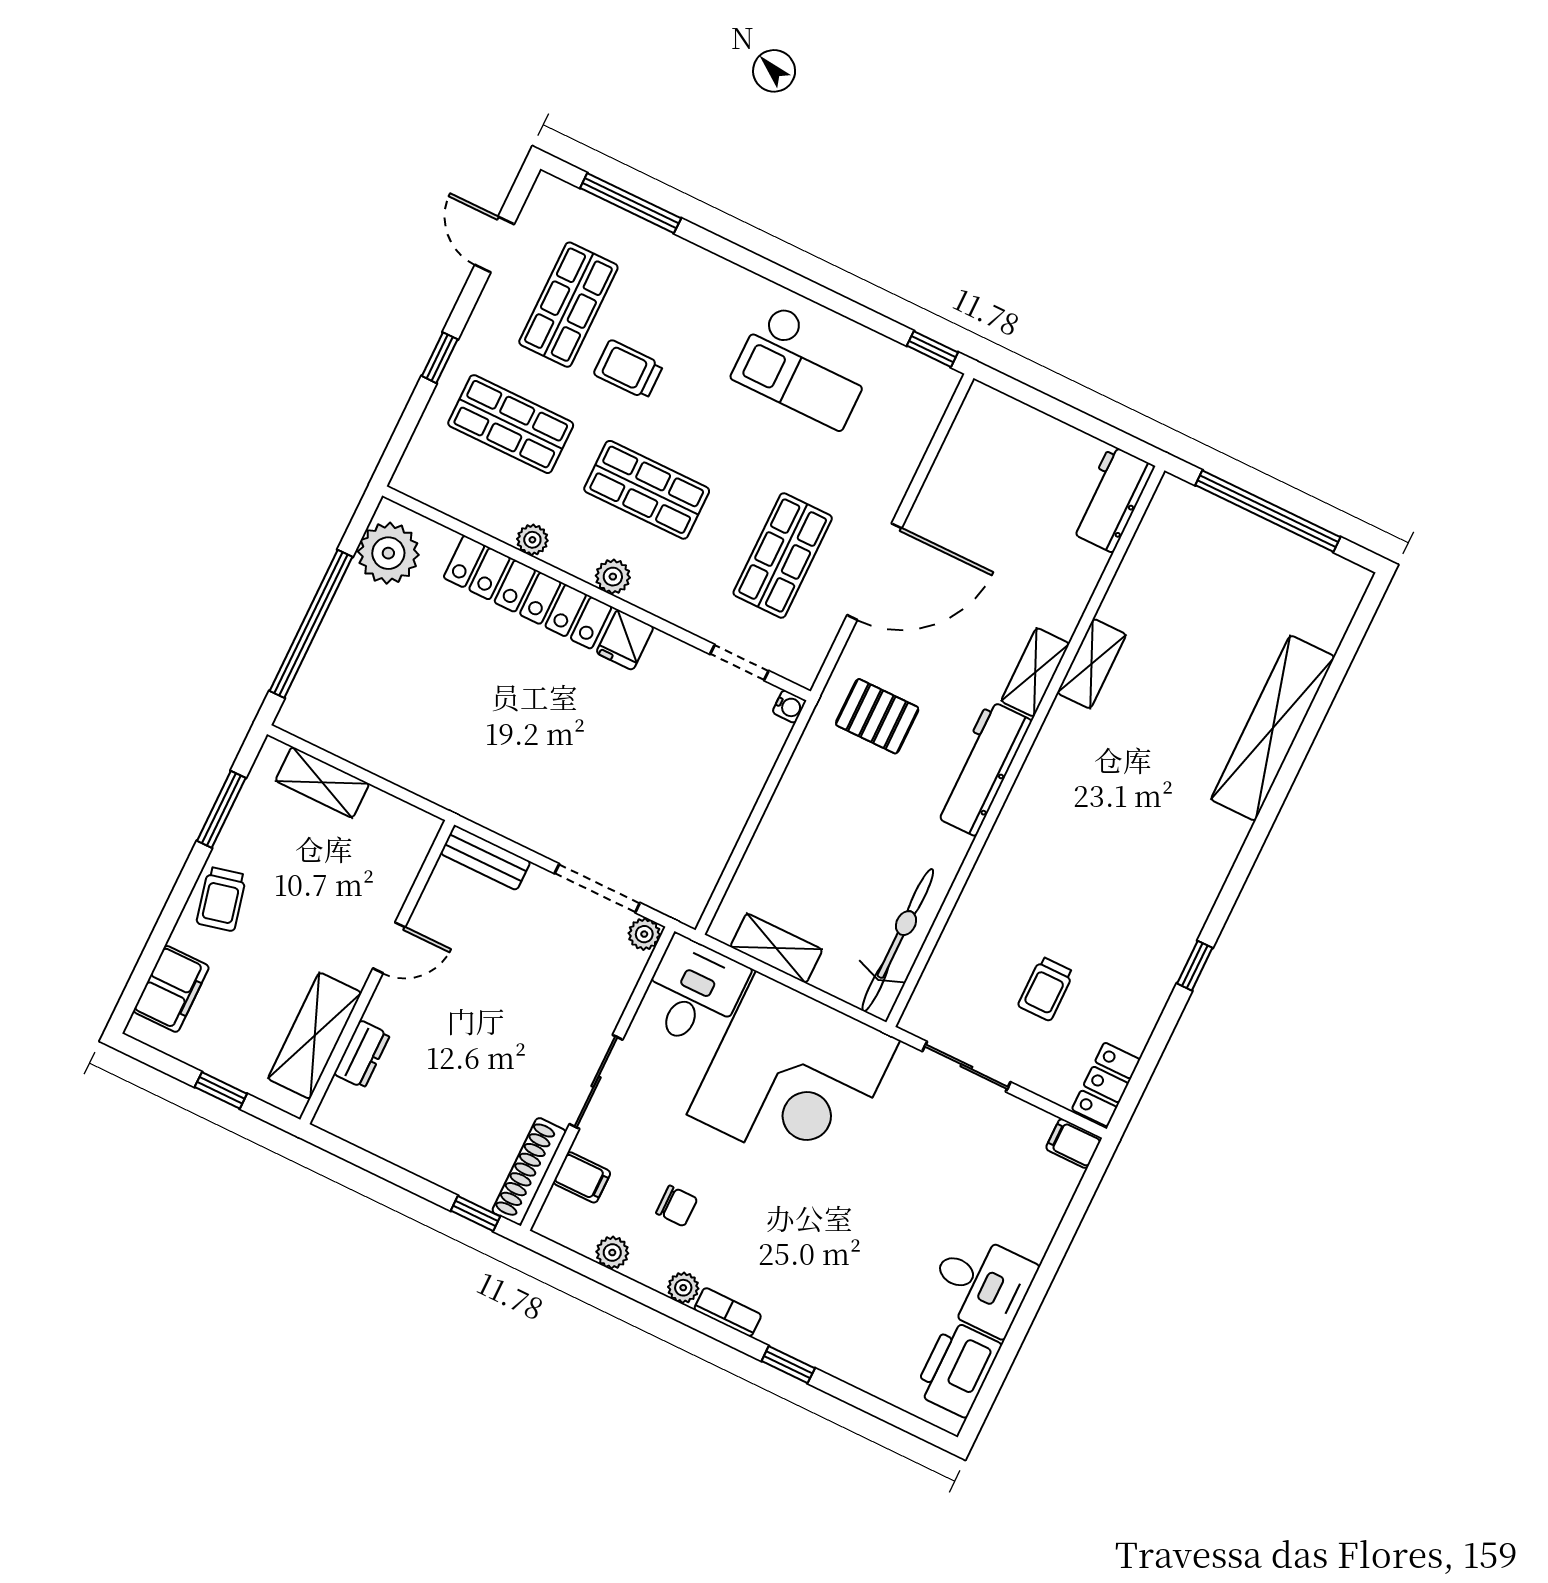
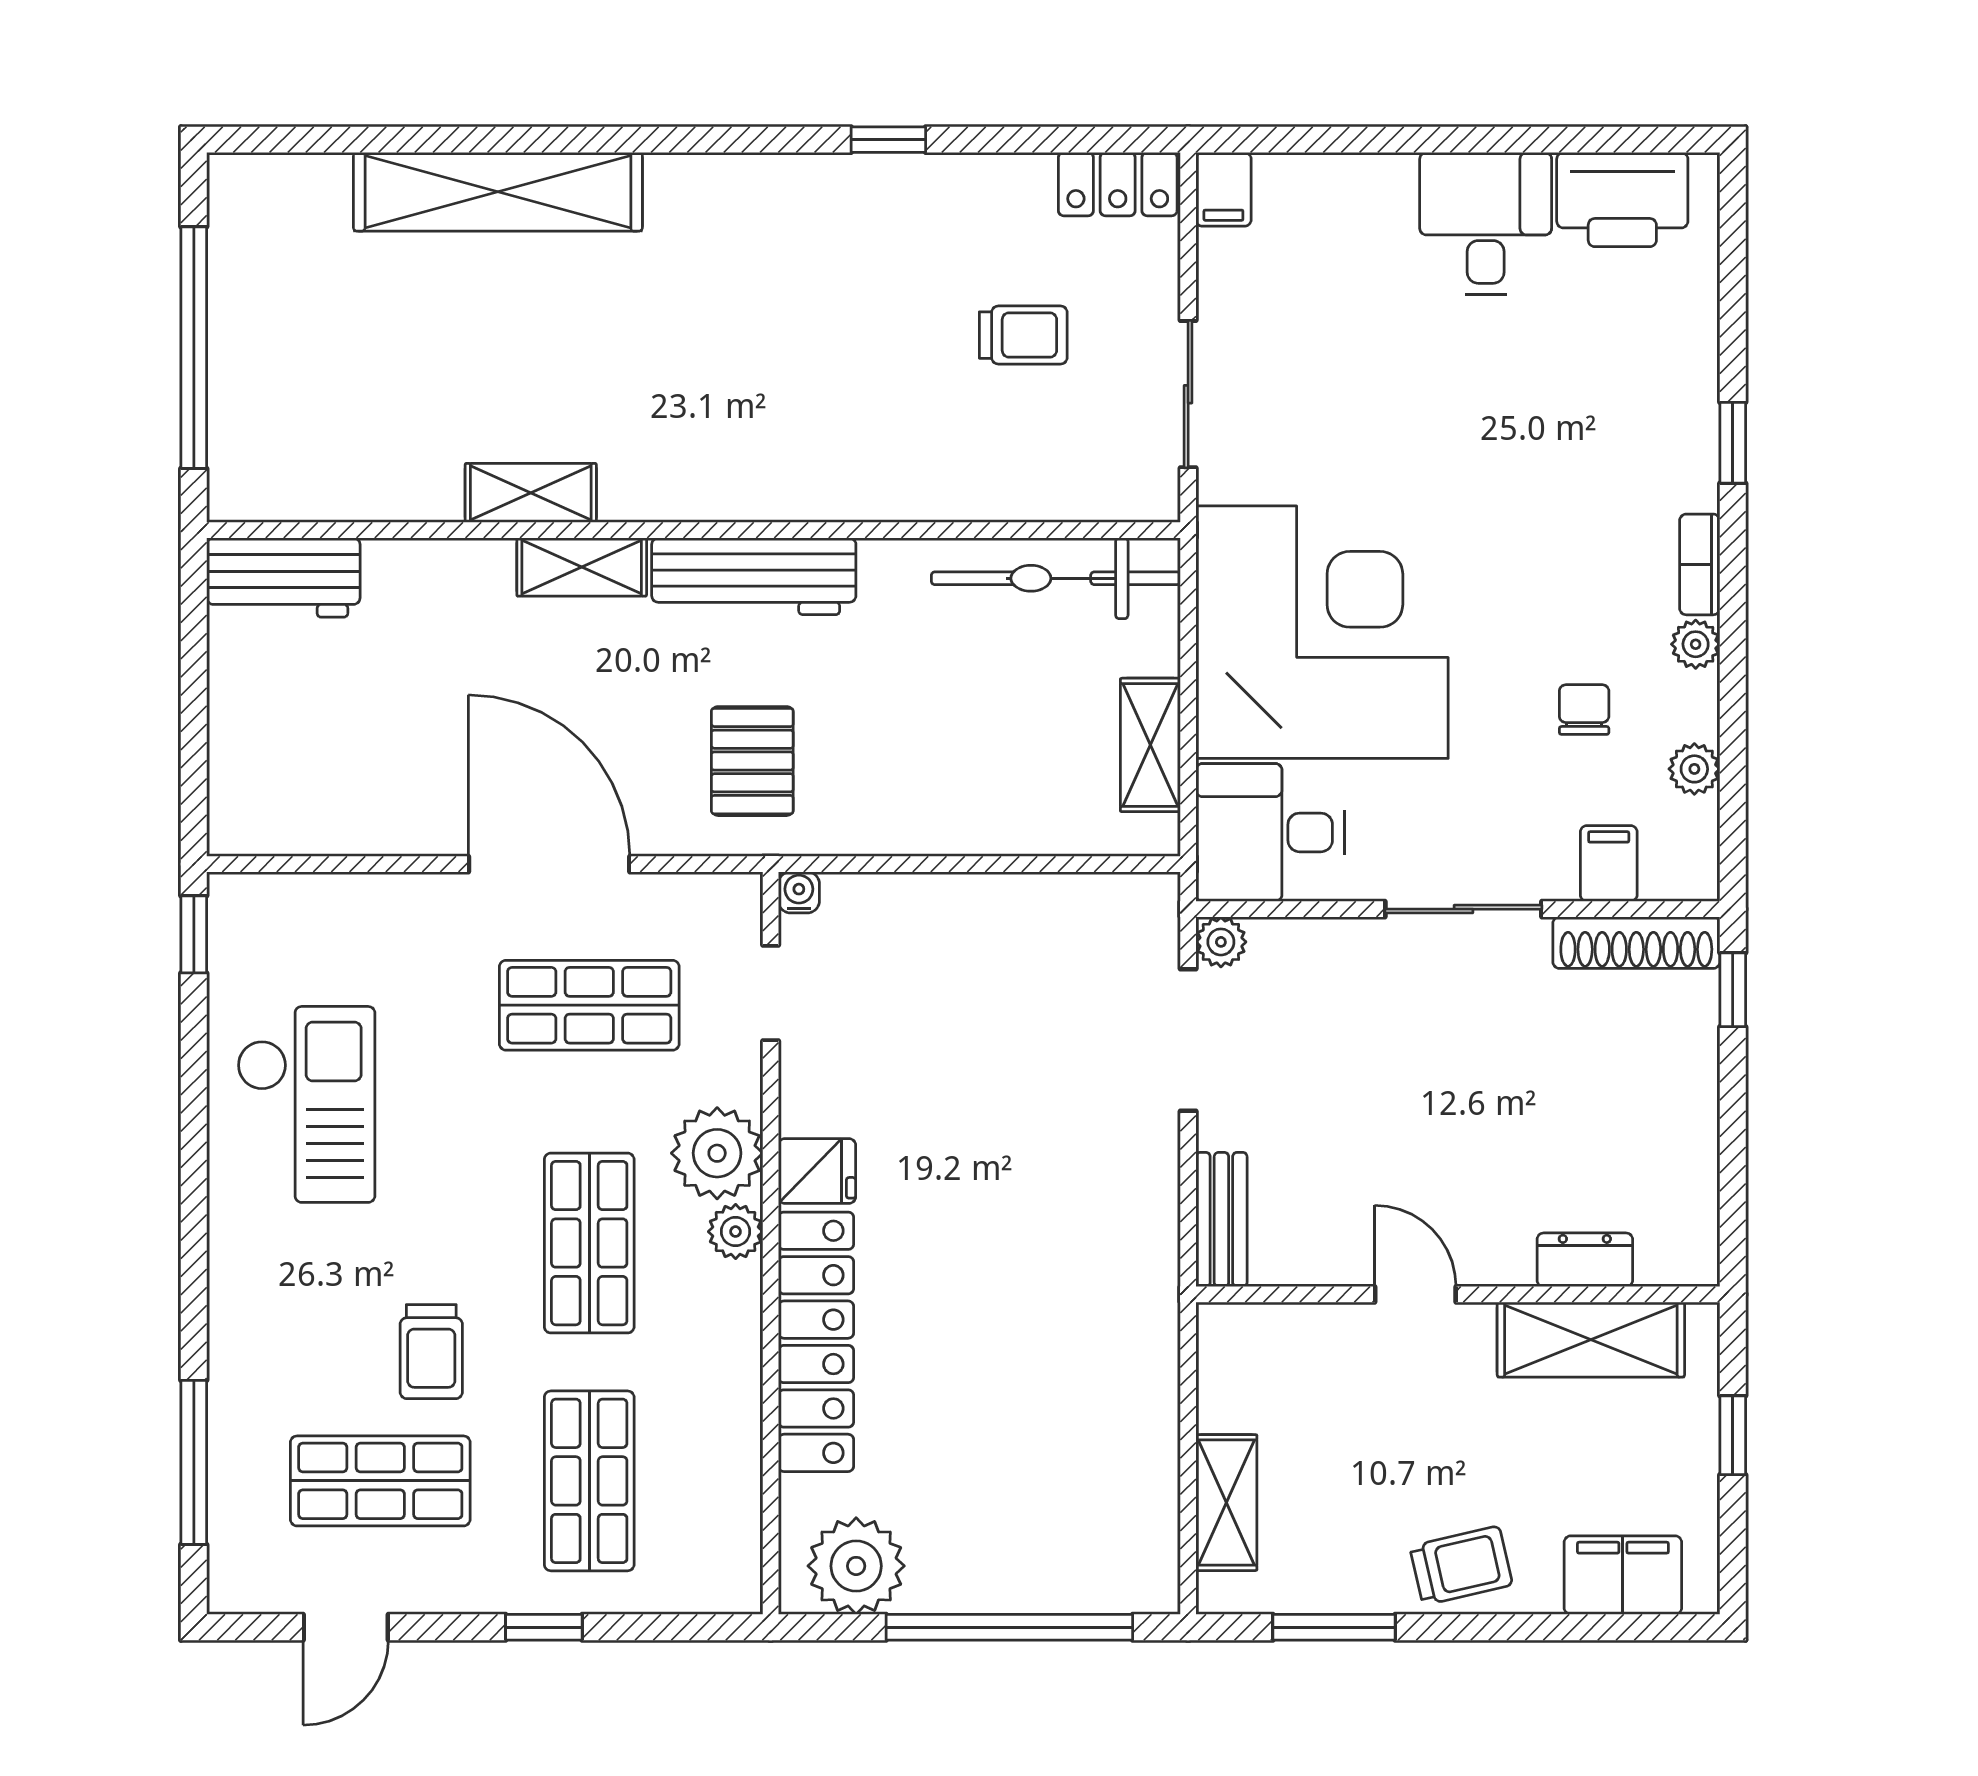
plant: (532, 540) -> (717, 1153), moved, width x1.88, depth x1.88

